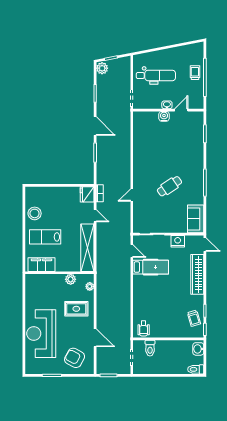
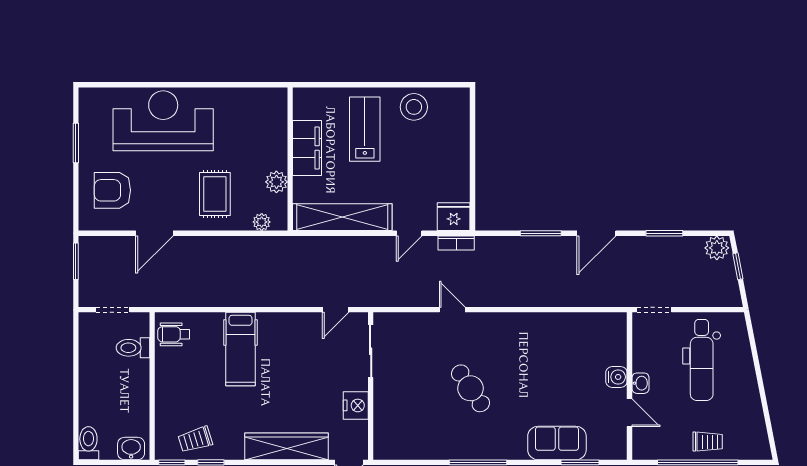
sofa: (196, 219) -> (557, 443), moved
filing cabinet: (41, 265) -> (307, 148), moved
hospital bed: (151, 267) -> (240, 349), moved
armchair: (75, 358) -> (112, 190), turned -118

